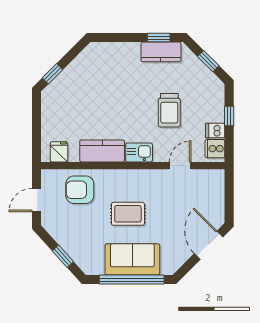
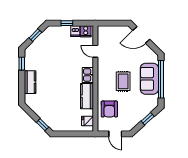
kitchen counter: (161, 52) -> (30, 82), moved
trolley: (169, 110) -> (64, 58), removed

